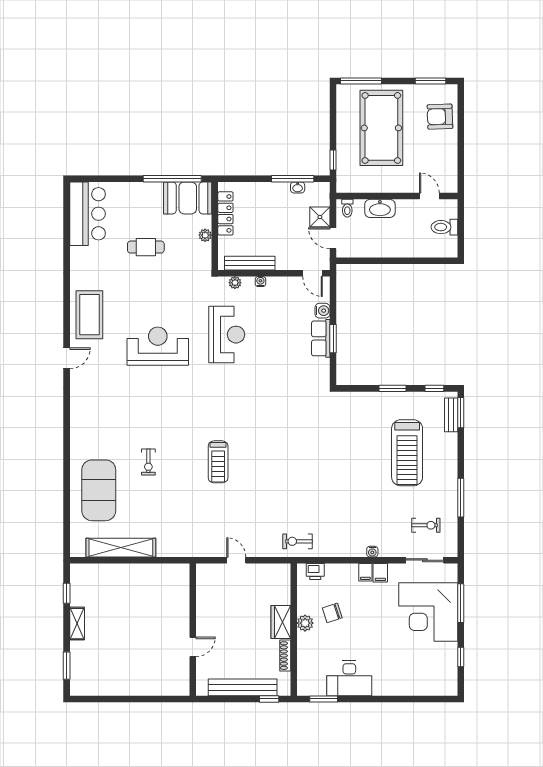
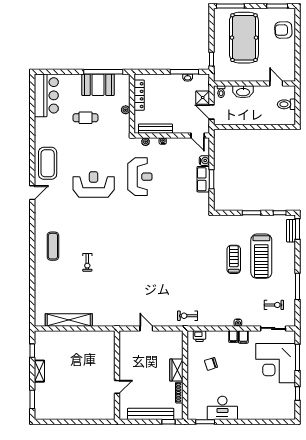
booth: (188, 198) -> (98, 85), moved
treadmill: (218, 462) -> (234, 259), moved, turned 180
exercise mat: (99, 490) -> (53, 246), moved, width x0.50, depth x0.69
plant: (305, 623) -> (193, 371), removed

